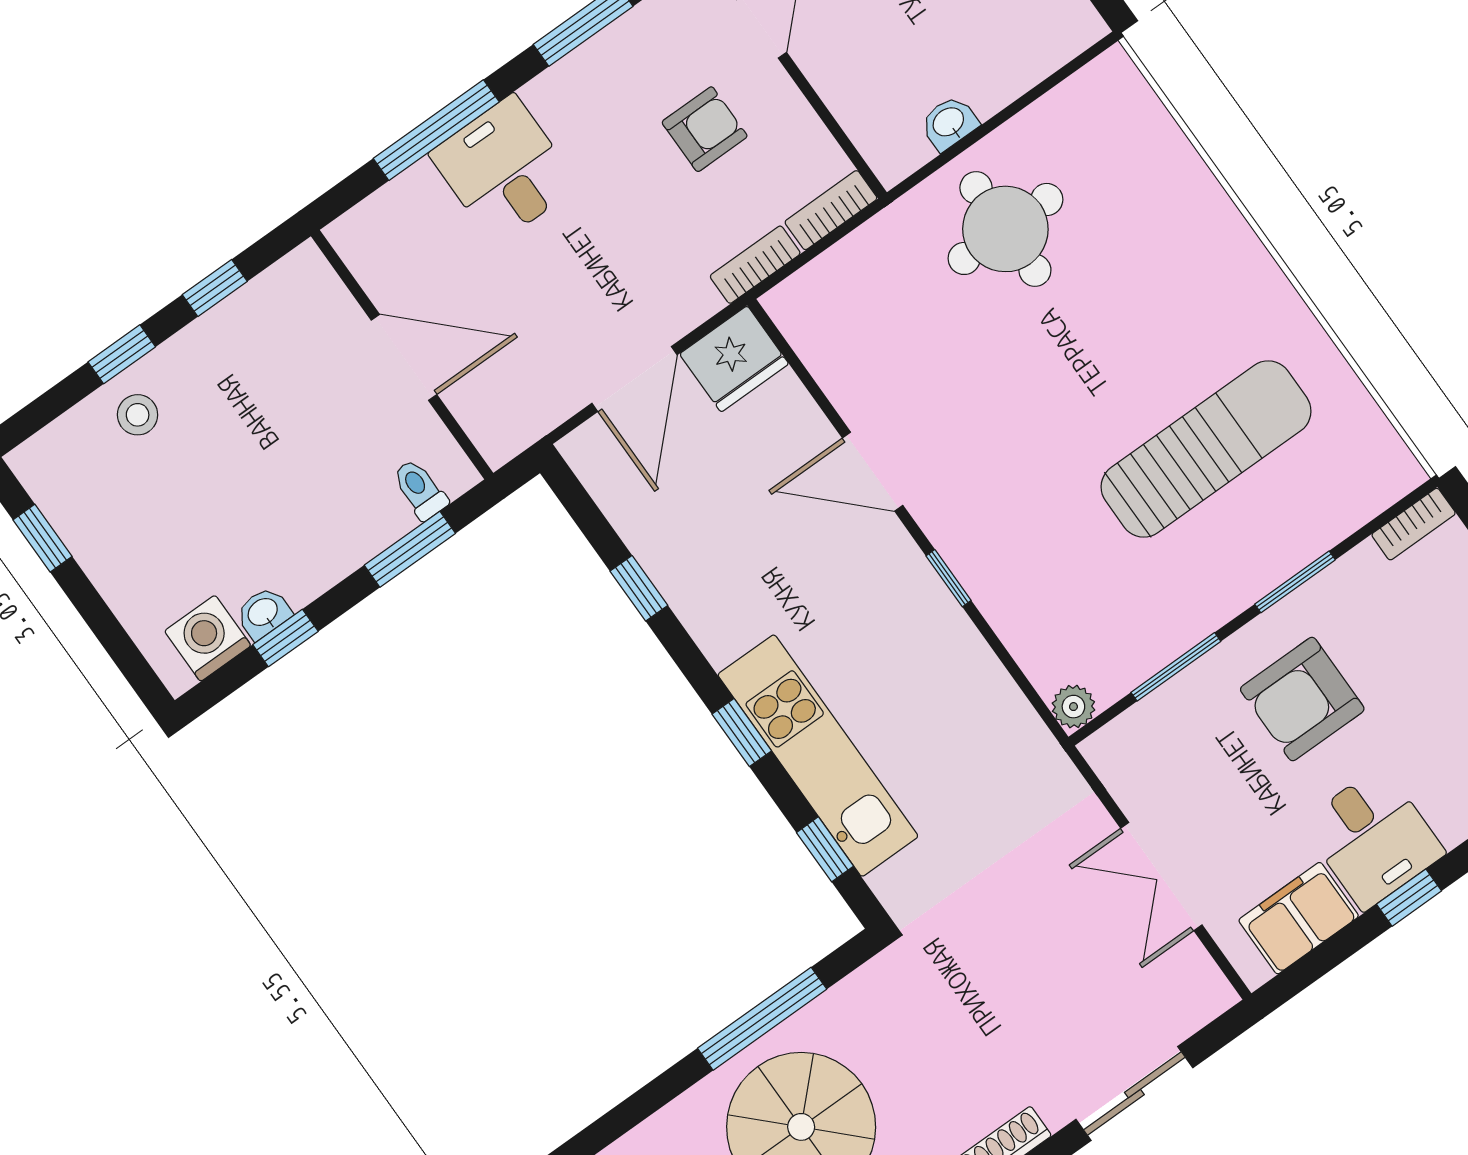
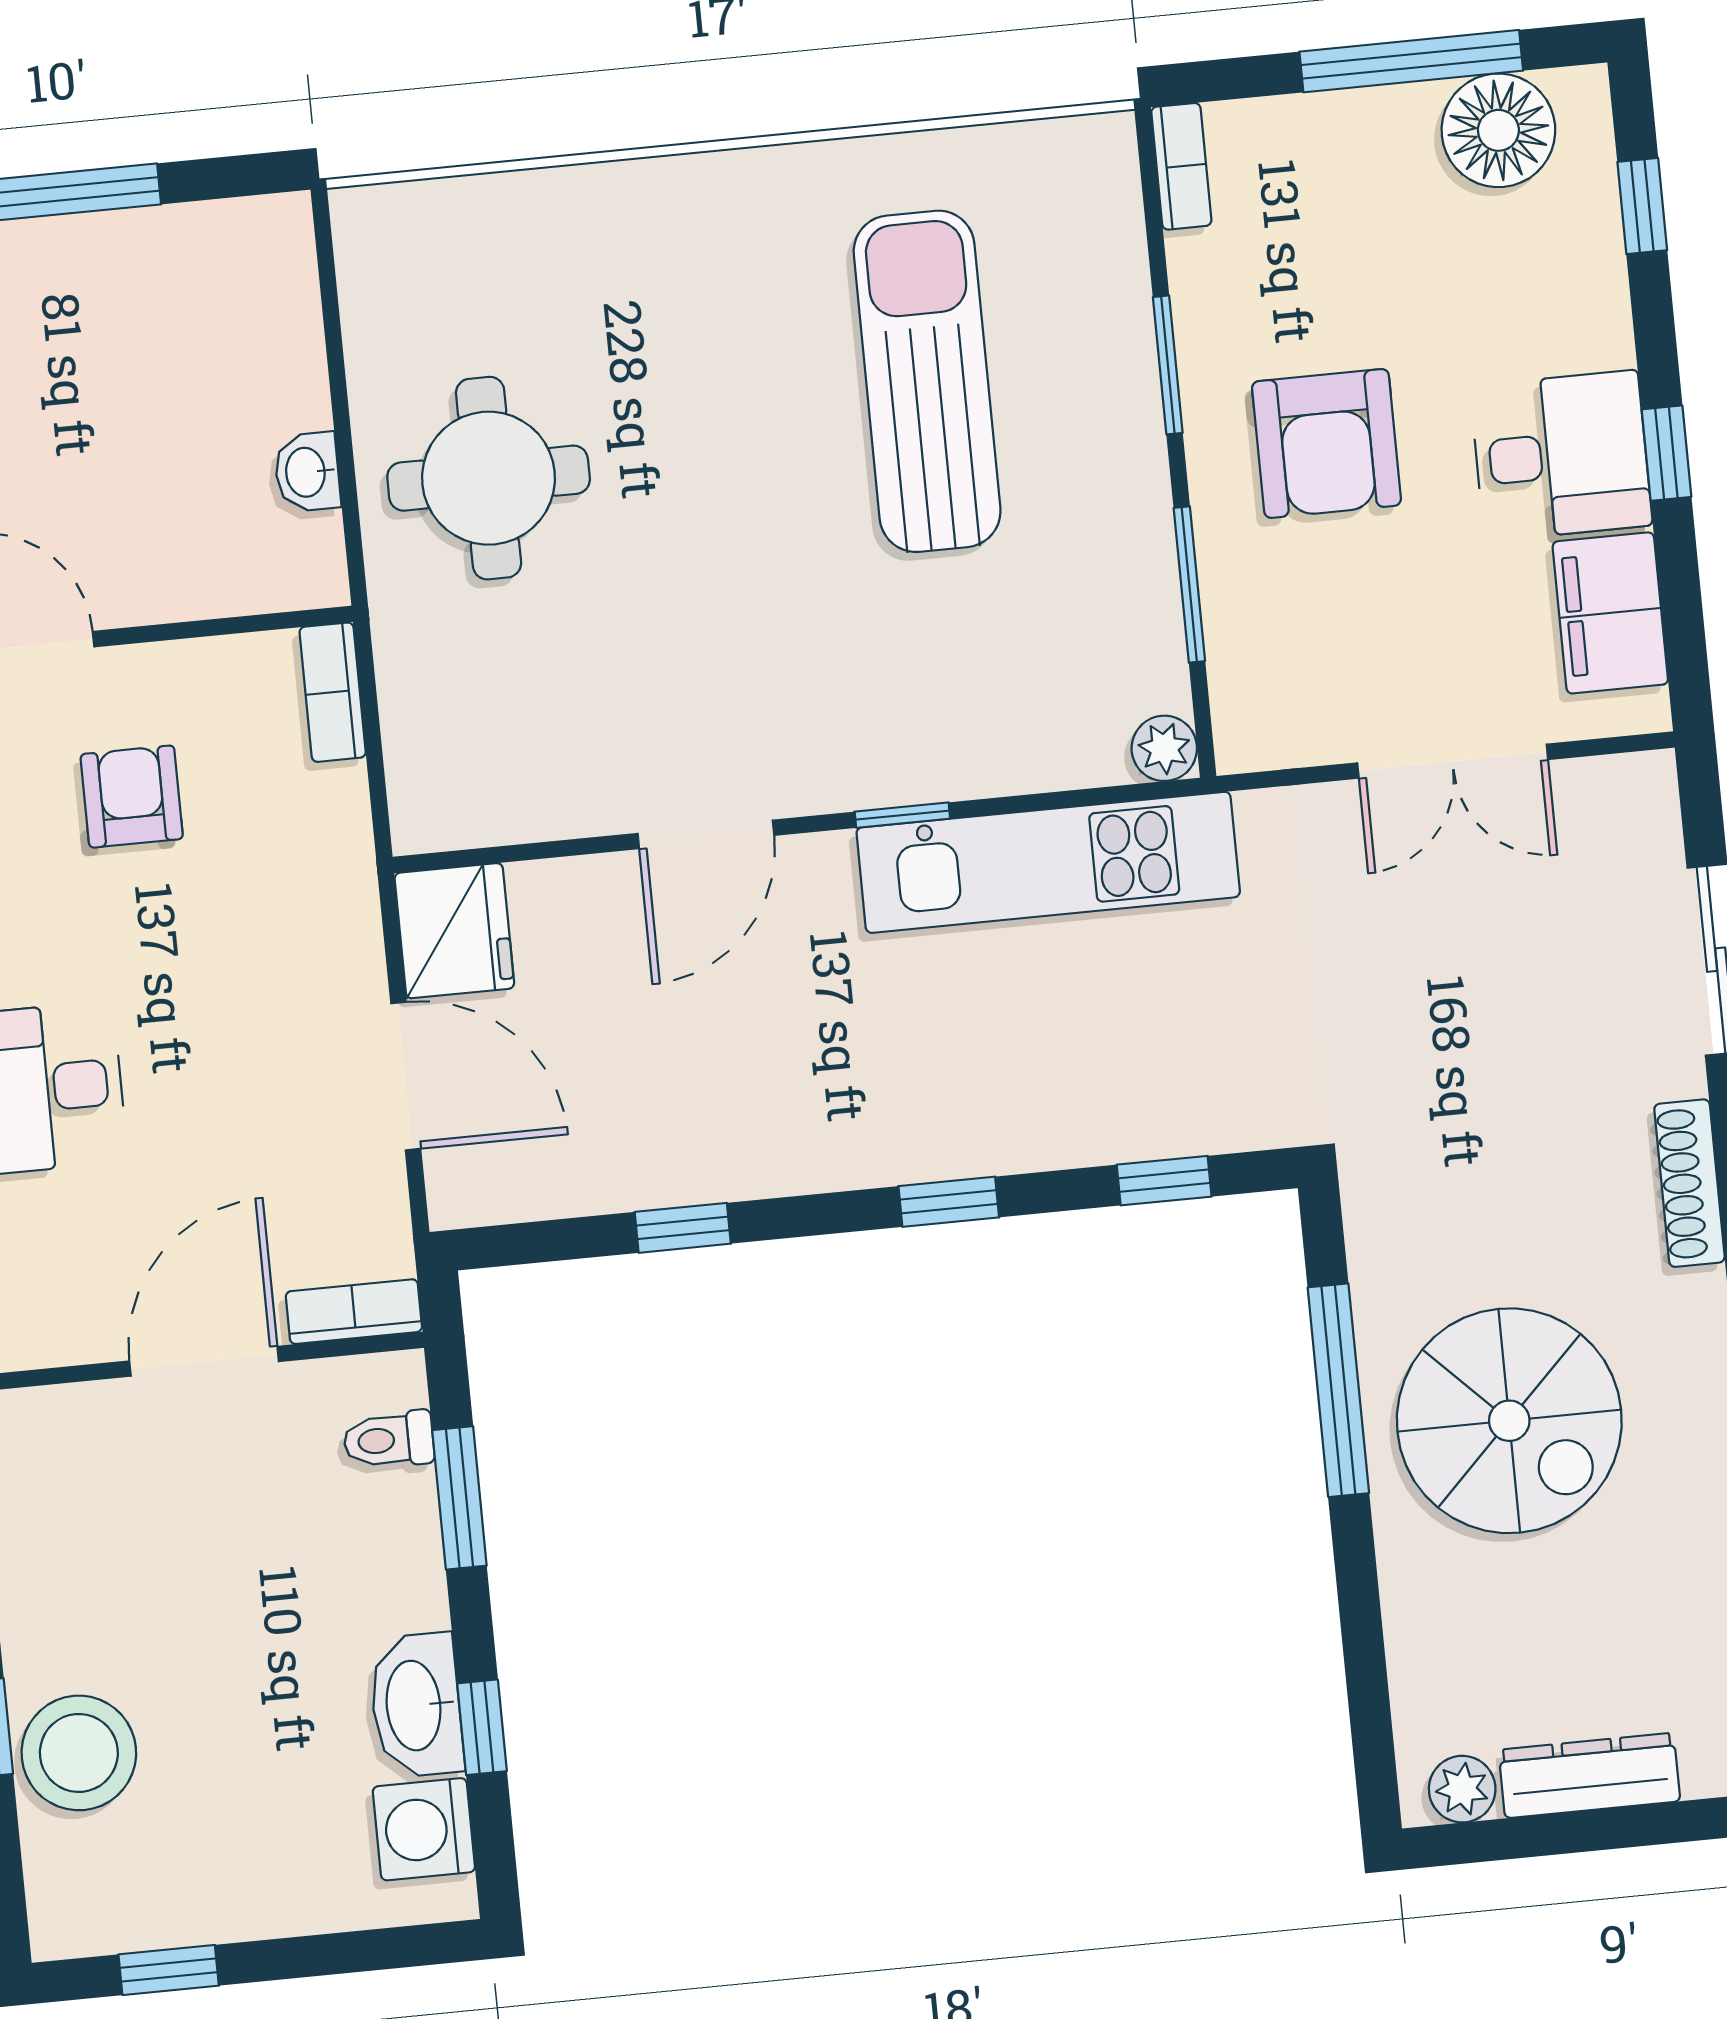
bookcase: (755, 265) -> (354, 1312), moved, turned 90
stool: (138, 415) -> (79, 1753), width x1.89, depth x1.89
washbasin: (263, 613) -> (416, 1705), width x1.91, depth x1.45
kitchen unit: (818, 756) -> (1048, 862), moved, turned 180

